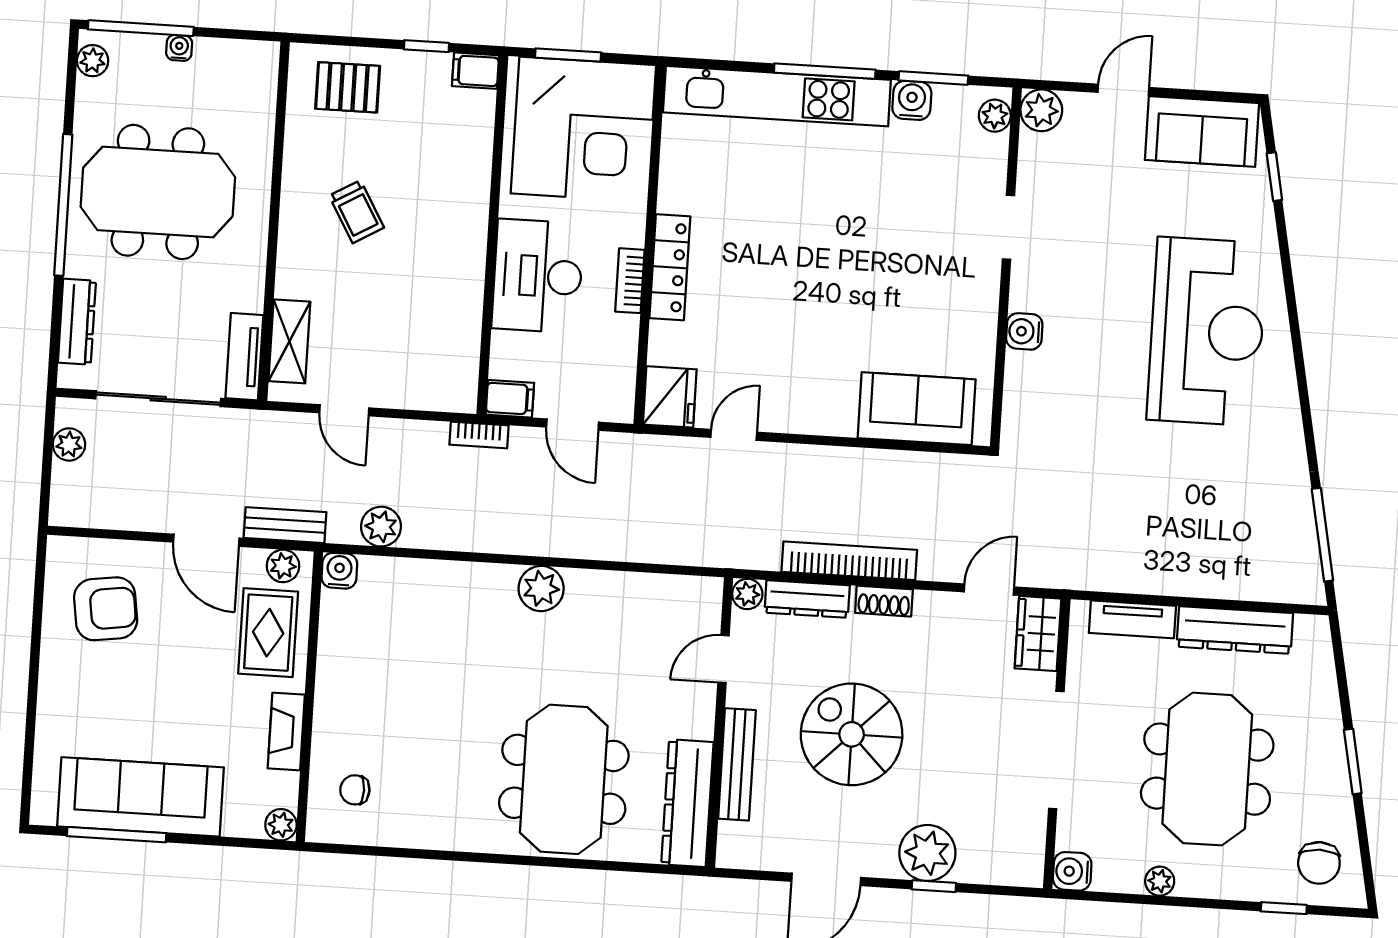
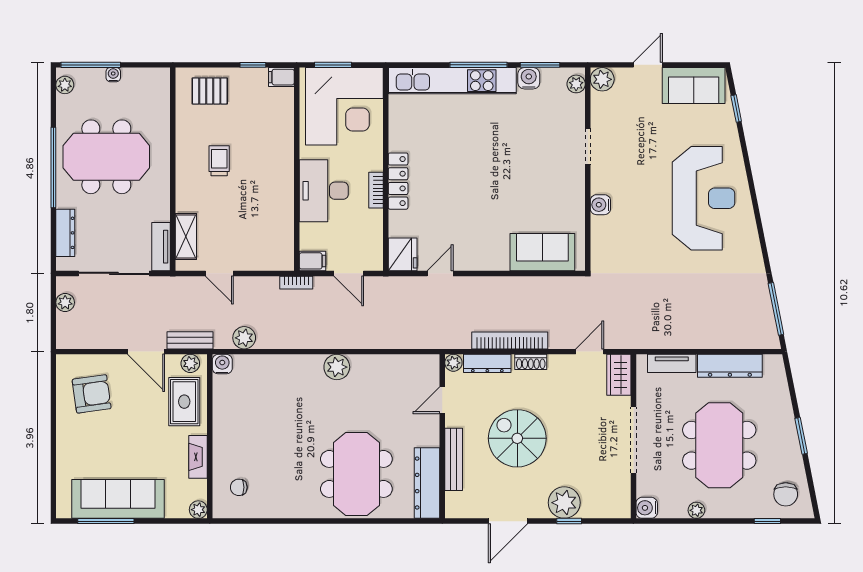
trolley: (356, 212) -> (219, 161), turned -150

